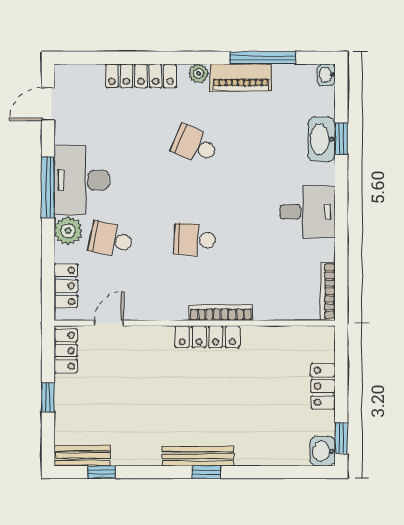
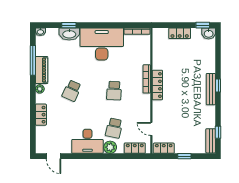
locker: (141, 76) -> (41, 115), width x0.66
window: (48, 187) -> (91, 156), removed
desk: (307, 212) -> (102, 44), width x1.87, depth x1.30

